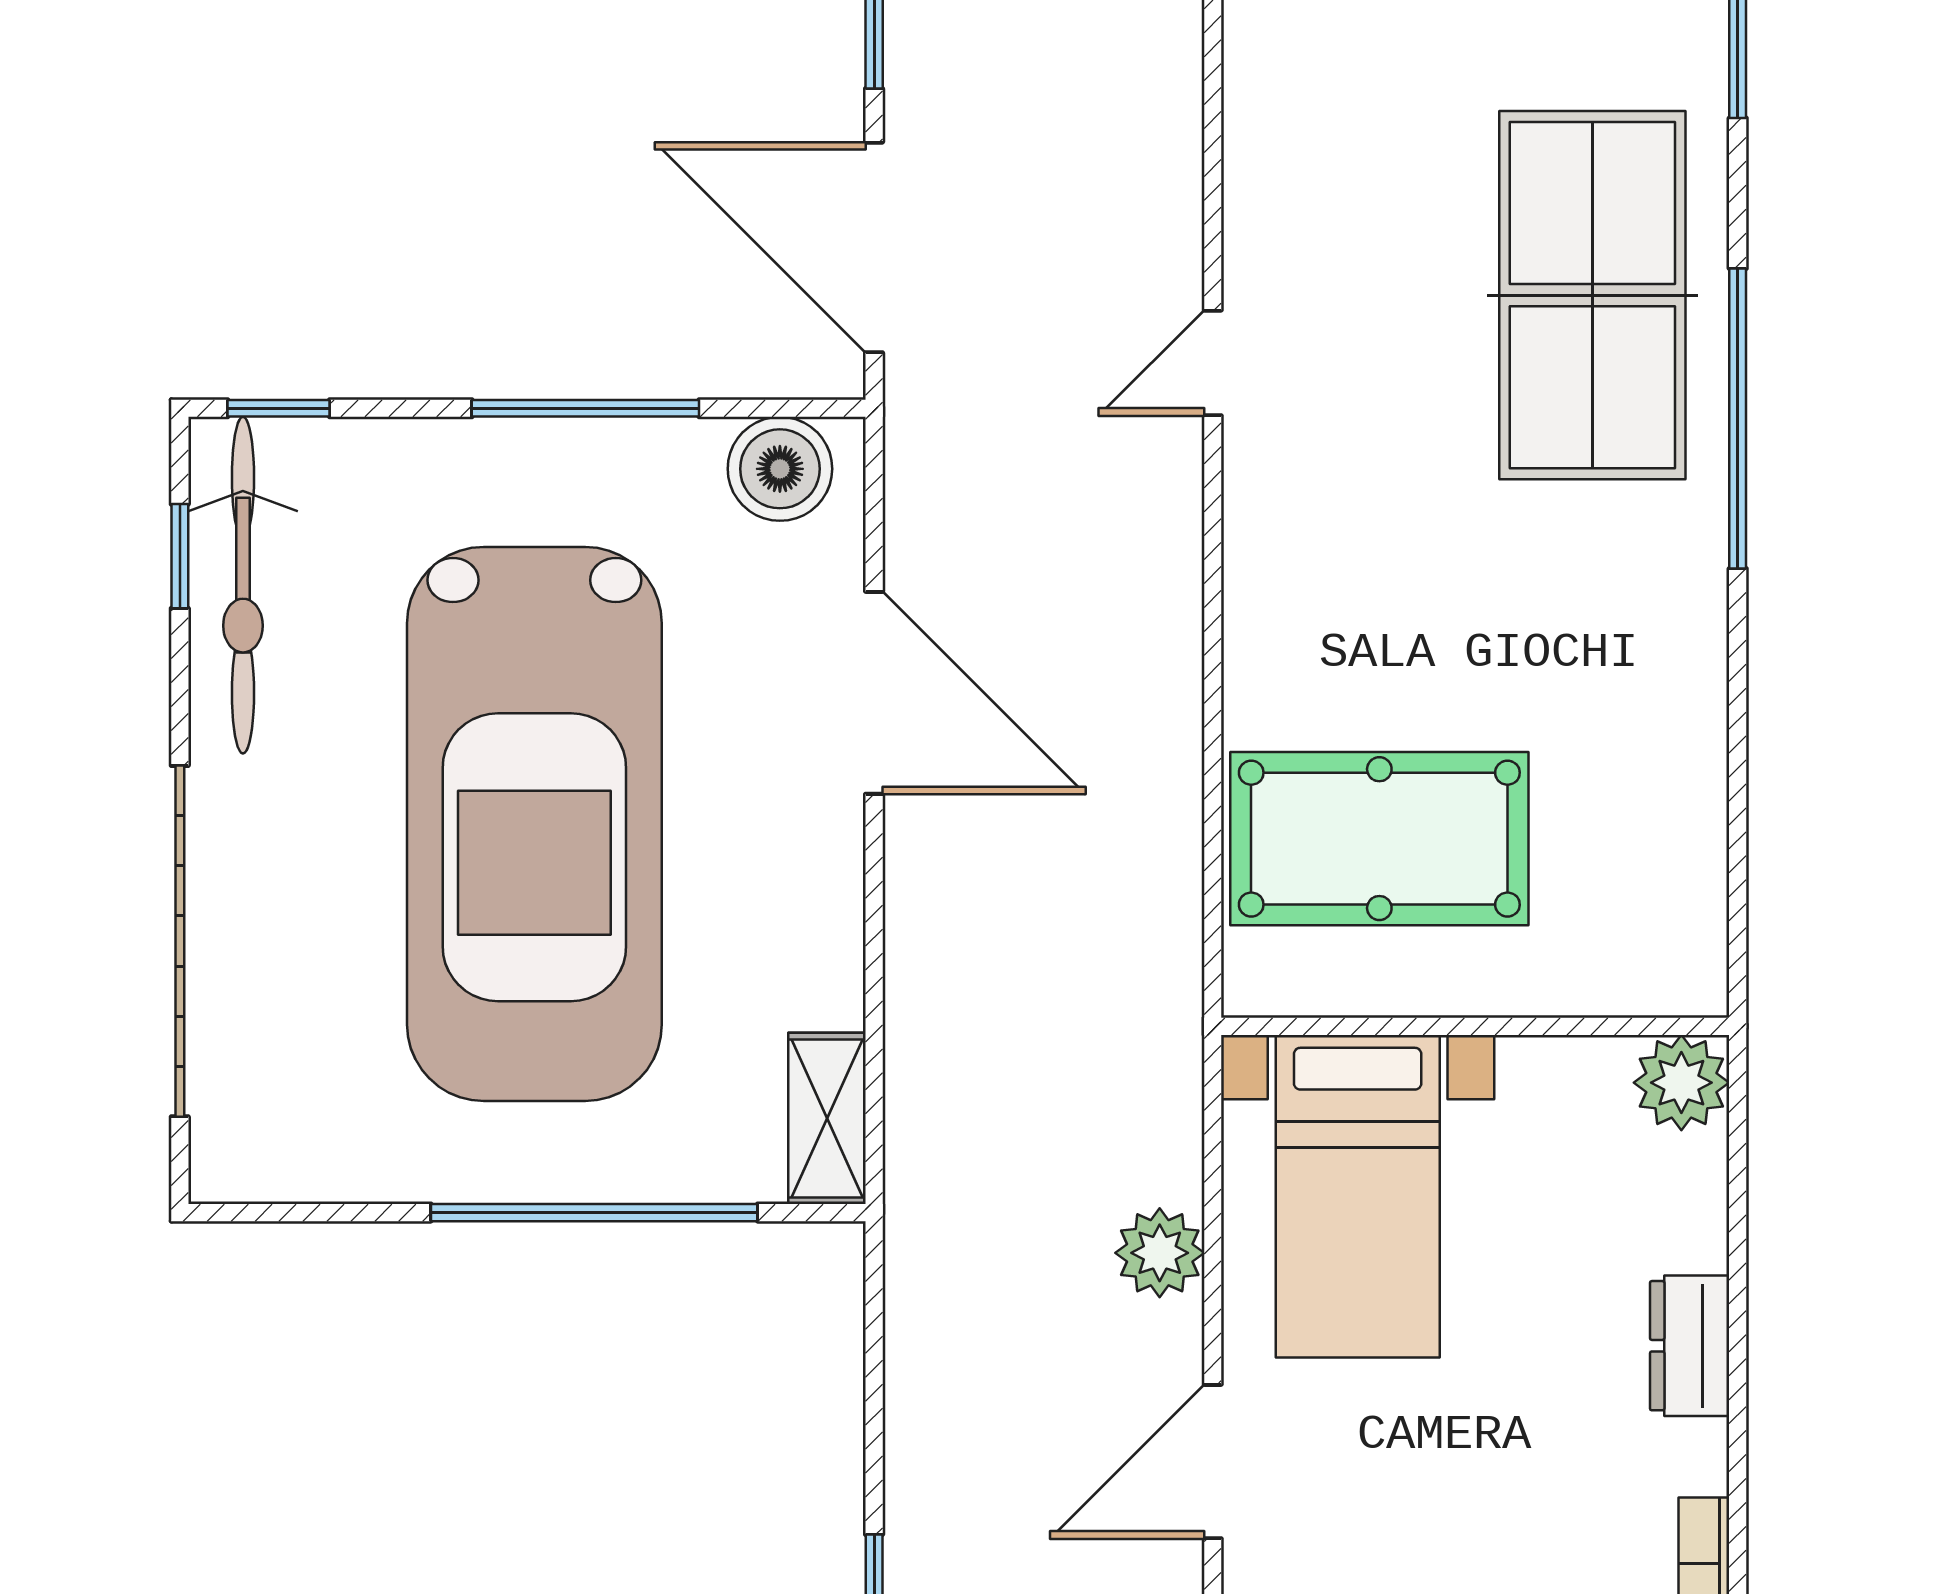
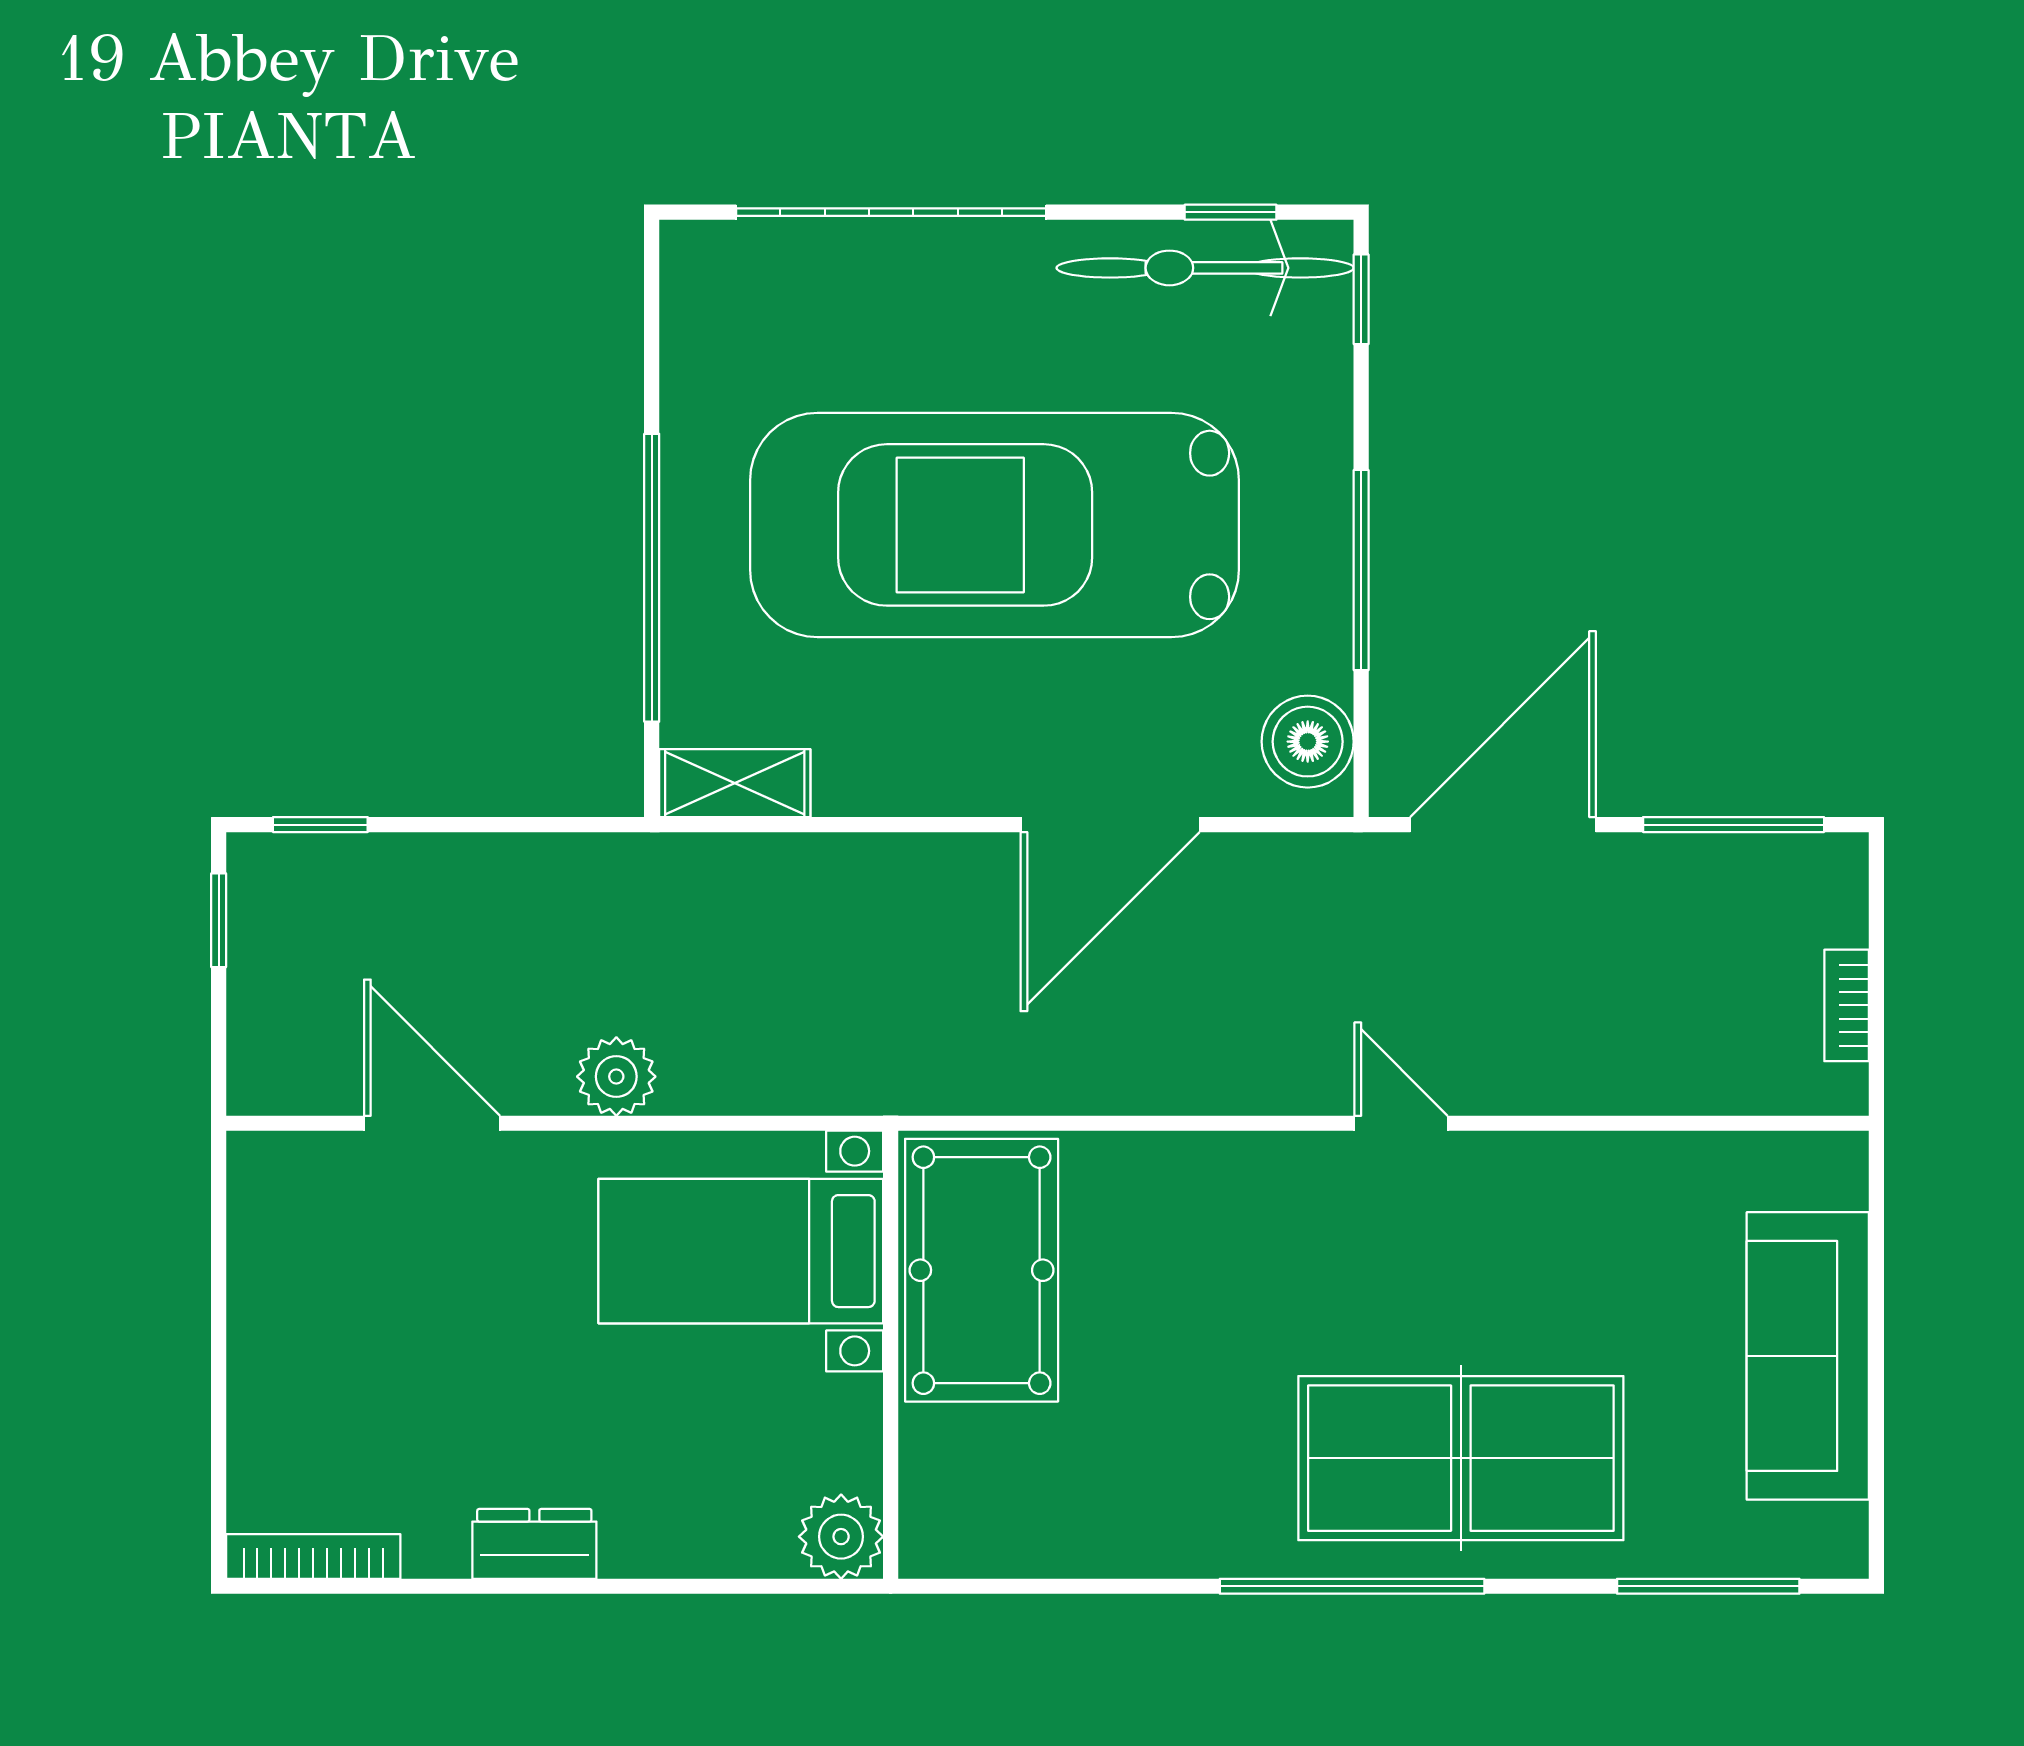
wall: (1475, 1026) -> (891, 1355), moved
plant: (1681, 1083) -> (841, 1537), moved
bed with nightstands: (1358, 1196) -> (741, 1251), moved

